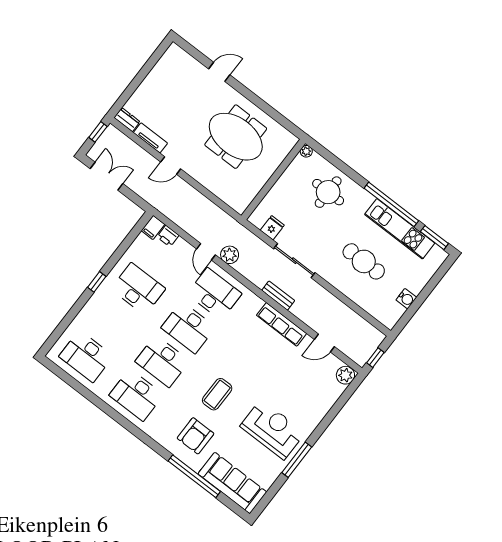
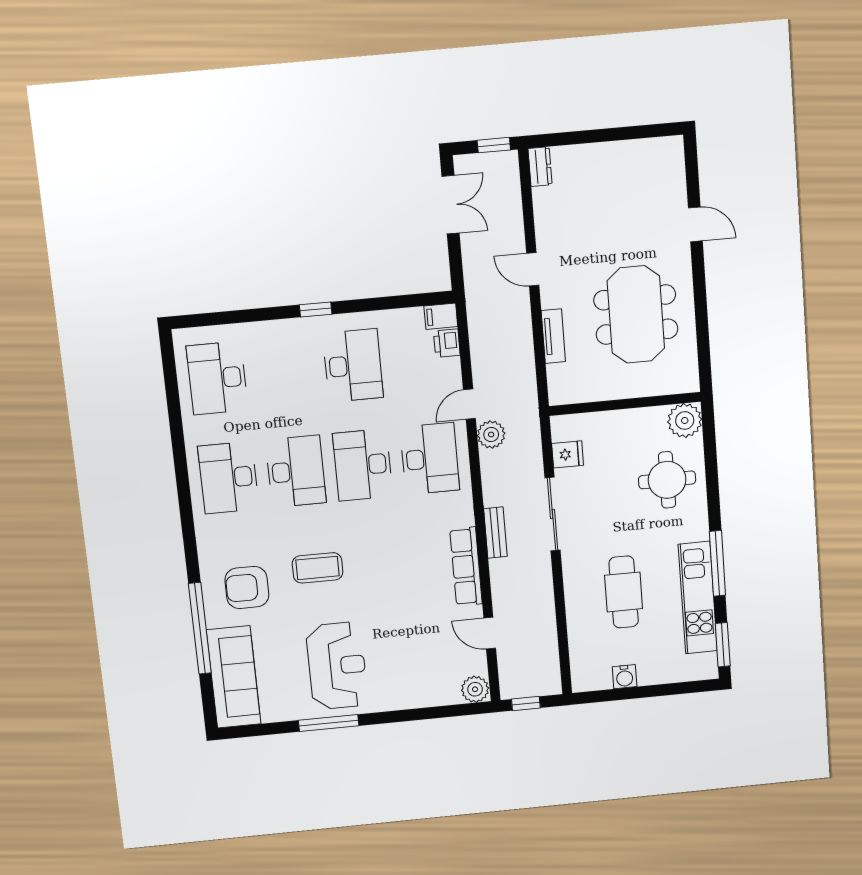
tv unit: (150, 138) -> (553, 336), moved
plant: (306, 151) -> (685, 420), width x1.88, depth x1.88
window: (391, 204) -> (717, 563), width x0.68
desk: (162, 361) -> (296, 471), turned 180

